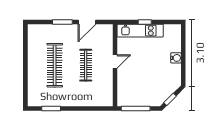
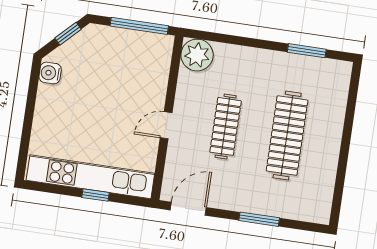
door: (87, 22) -> (188, 209), moved
kitchen unit: (140, 31) -> (90, 177), width x1.36
water cooler: (176, 58) -> (50, 73), moved
plant: (105, 98) -> (197, 55), added

